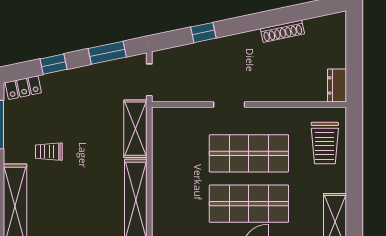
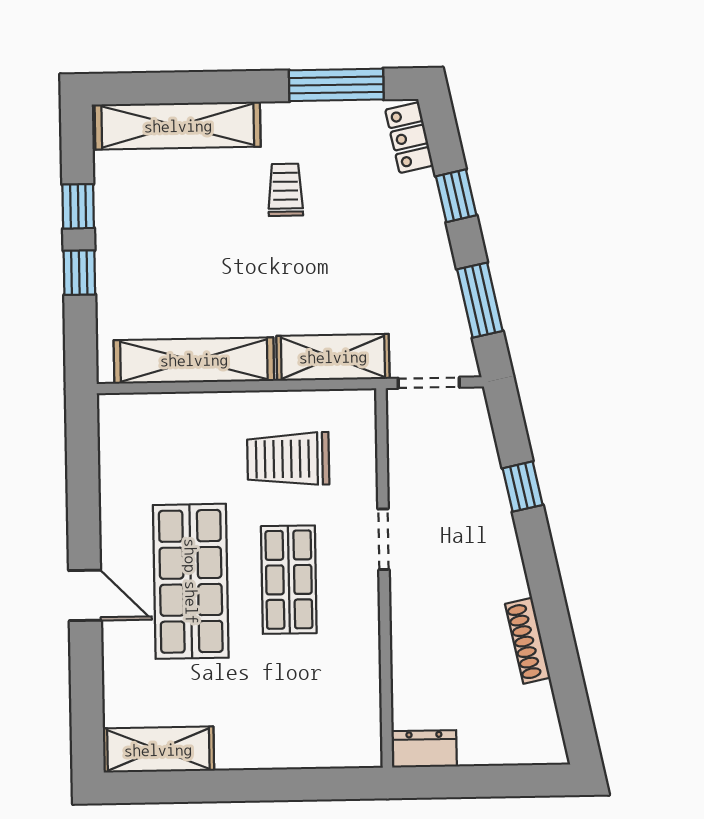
trolley: (325, 143) -> (288, 459), moved
shop shelf: (249, 153) -> (289, 580), width x0.70, depth x0.74

